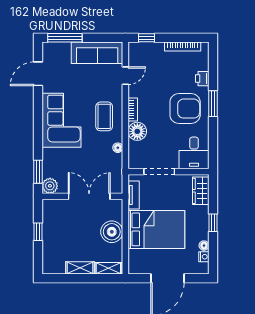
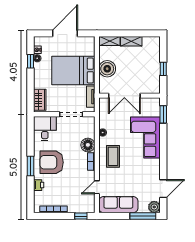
corner sofa: (61, 120) -> (145, 138), moved
plant: (50, 186) -> (154, 207), moved
window: (213, 223) -> (30, 61), moved

